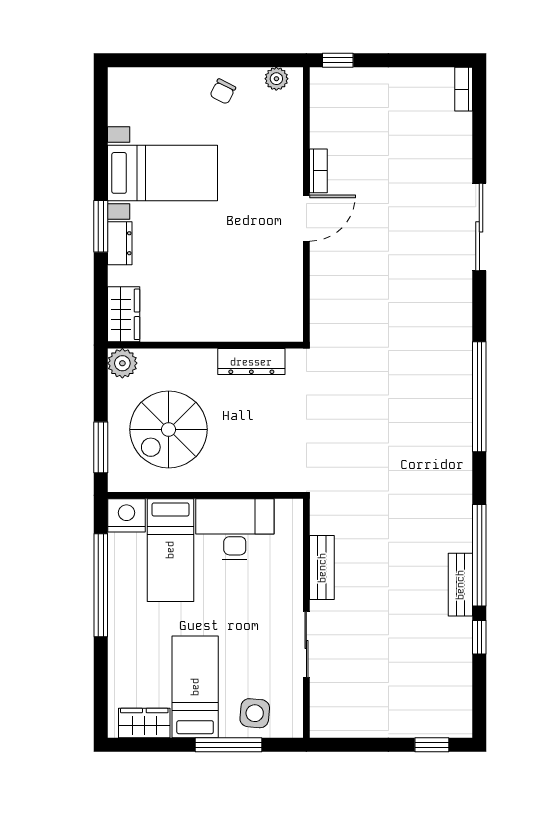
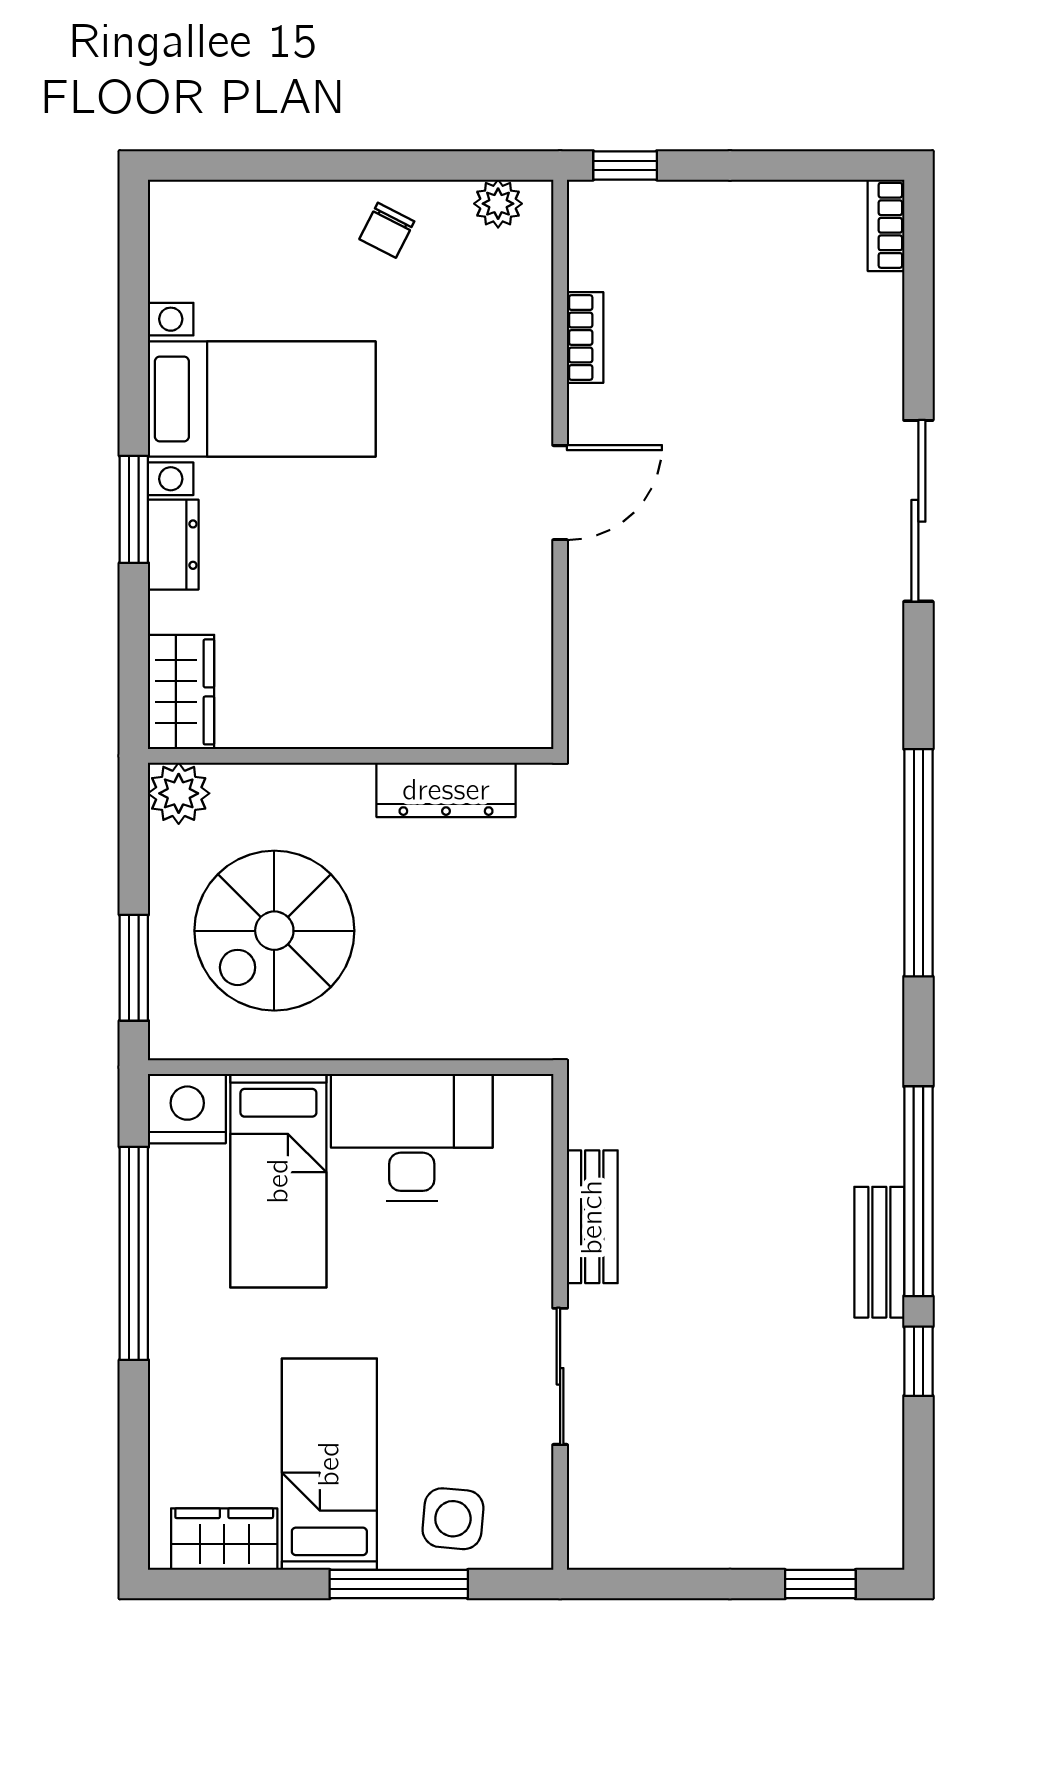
bookcase: (318, 171) -> (585, 337), moved

